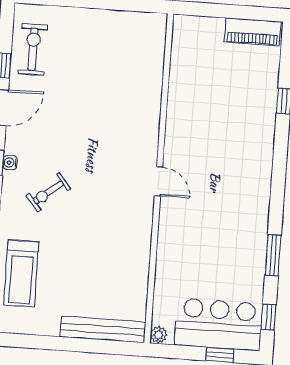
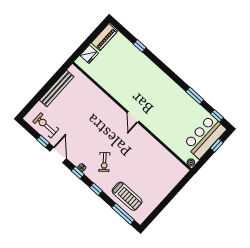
fridge: (205, 29) -> (89, 54), added
door: (159, 181) -> (133, 117), swing flipped
bench: (103, 329) -> (57, 88), moved

